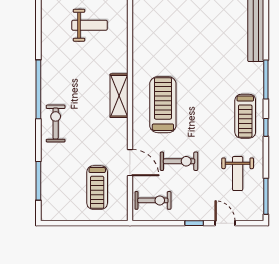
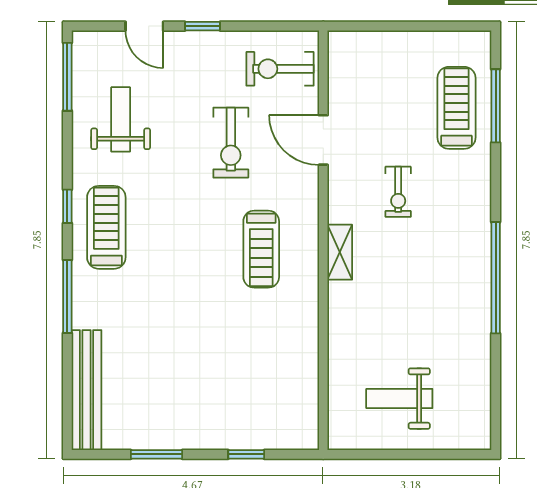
shelving: (119, 96) -> (340, 252), width x0.67, depth x0.75
treadmill: (163, 105) -> (261, 249), width x0.73, depth x0.73
exercise bike: (56, 124) -> (398, 192), moved, width x0.73, depth x0.72
exercise bike: (179, 161) -> (231, 143), turned -90
treadmill: (97, 188) -> (456, 108), moved

